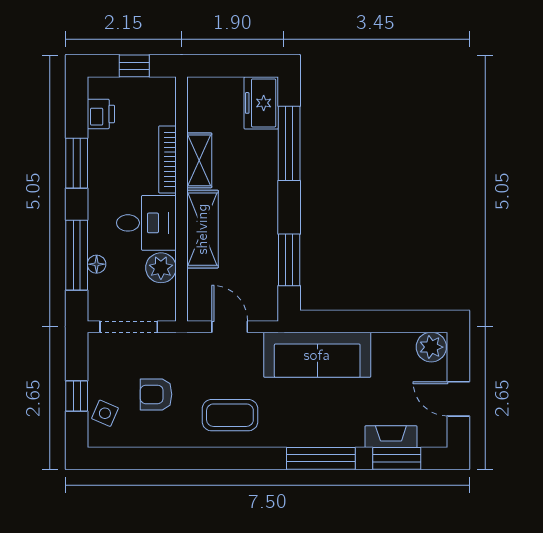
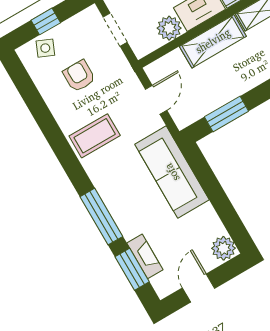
doorway: (129, 327) -> (115, 30), width x0.73
coffee table: (230, 415) -> (95, 136), turned 90

